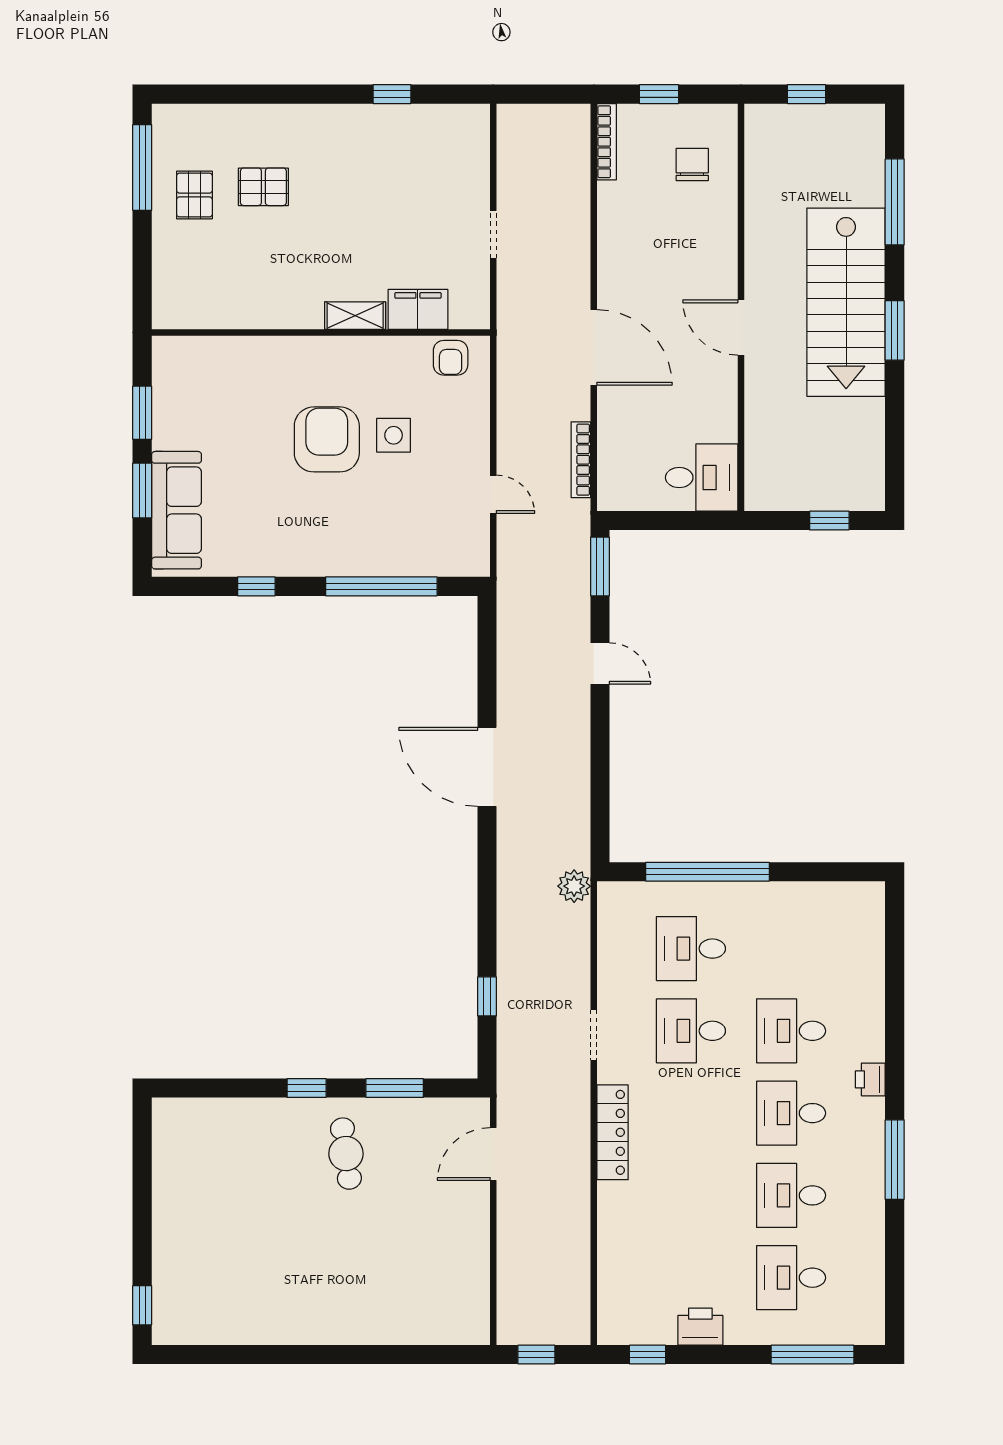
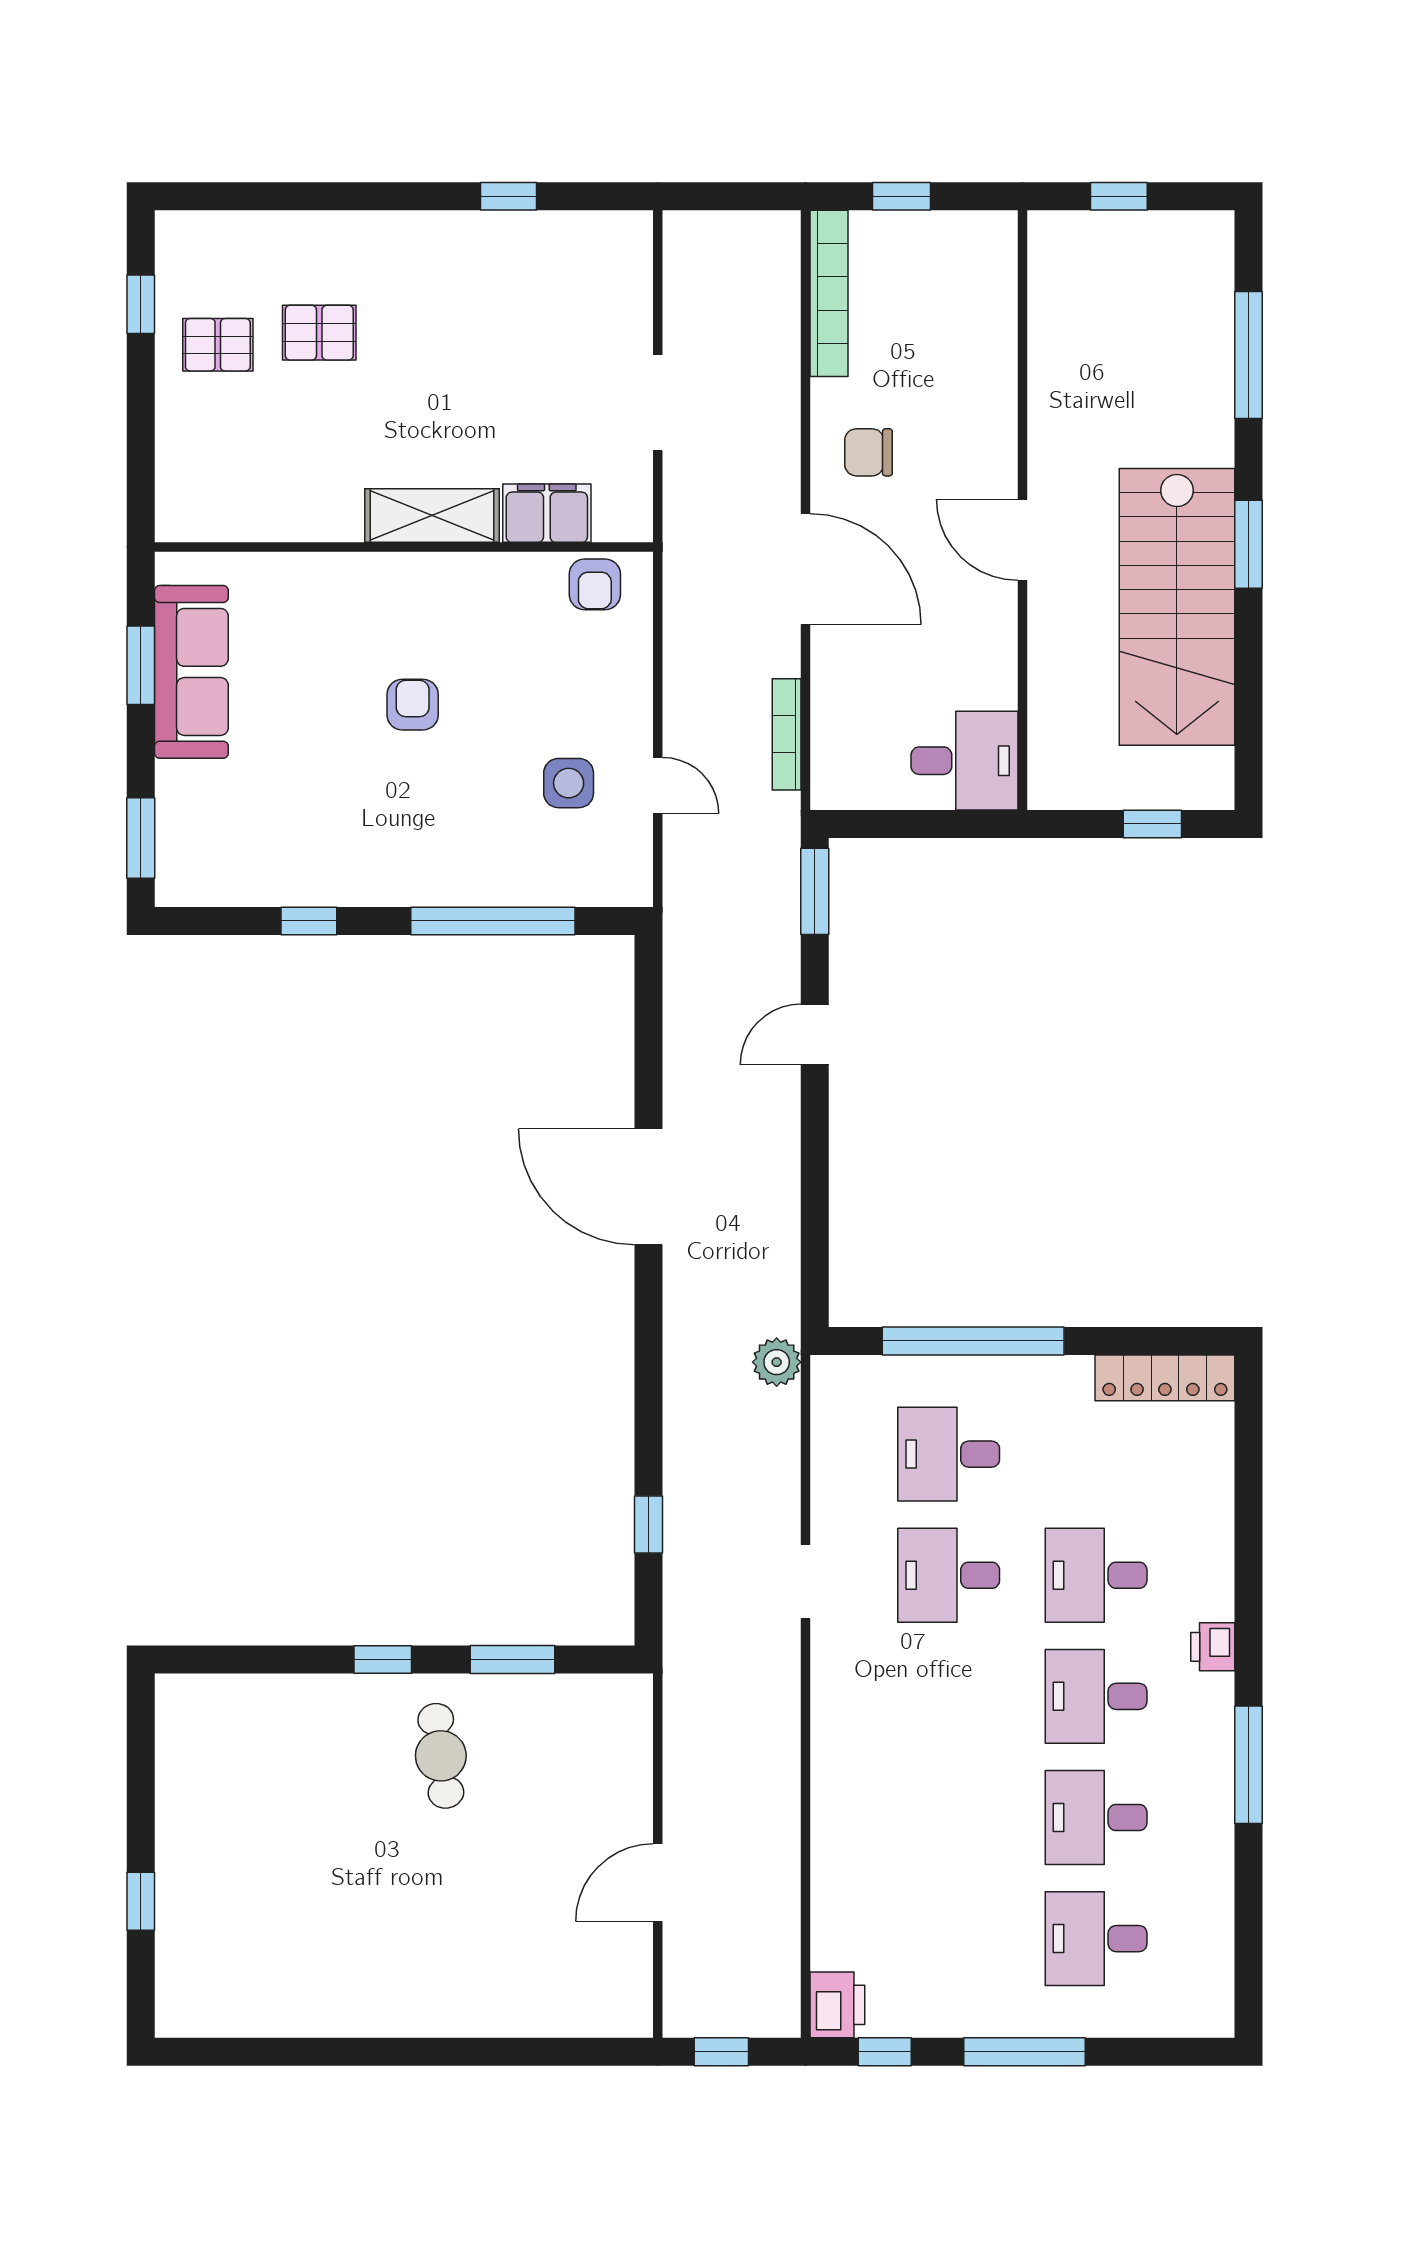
bookcase: (607, 142) -> (829, 293), width x1.48, depth x1.31
chair: (692, 164) -> (868, 452), moved, turned -90
window: (142, 168) -> (141, 304), width x0.46
pallet: (194, 195) -> (218, 345), turned 90
doorway: (493, 234) -> (658, 403), width x1.38
stairs: (846, 302) -> (1177, 607), moved
shelving: (355, 316) -> (432, 516), width x1.50, depth x1.33
side table: (394, 435) -> (569, 783), moved
armchair: (327, 439) -> (413, 705), width x0.53, depth x0.53
window: (142, 491) -> (141, 838), moved
sofa: (177, 510) -> (191, 672), moved
door: (600, 664) -> (815, 1035), swing flipped
locker: (612, 1132) -> (1165, 1378), moved, turned 90
door: (493, 1154) -> (658, 1883), moved
window: (142, 1305) -> (141, 1901), moved
printer: (700, 1327) -> (837, 2005), moved, turned 90
window: (813, 1355) -> (1025, 2052), moved

